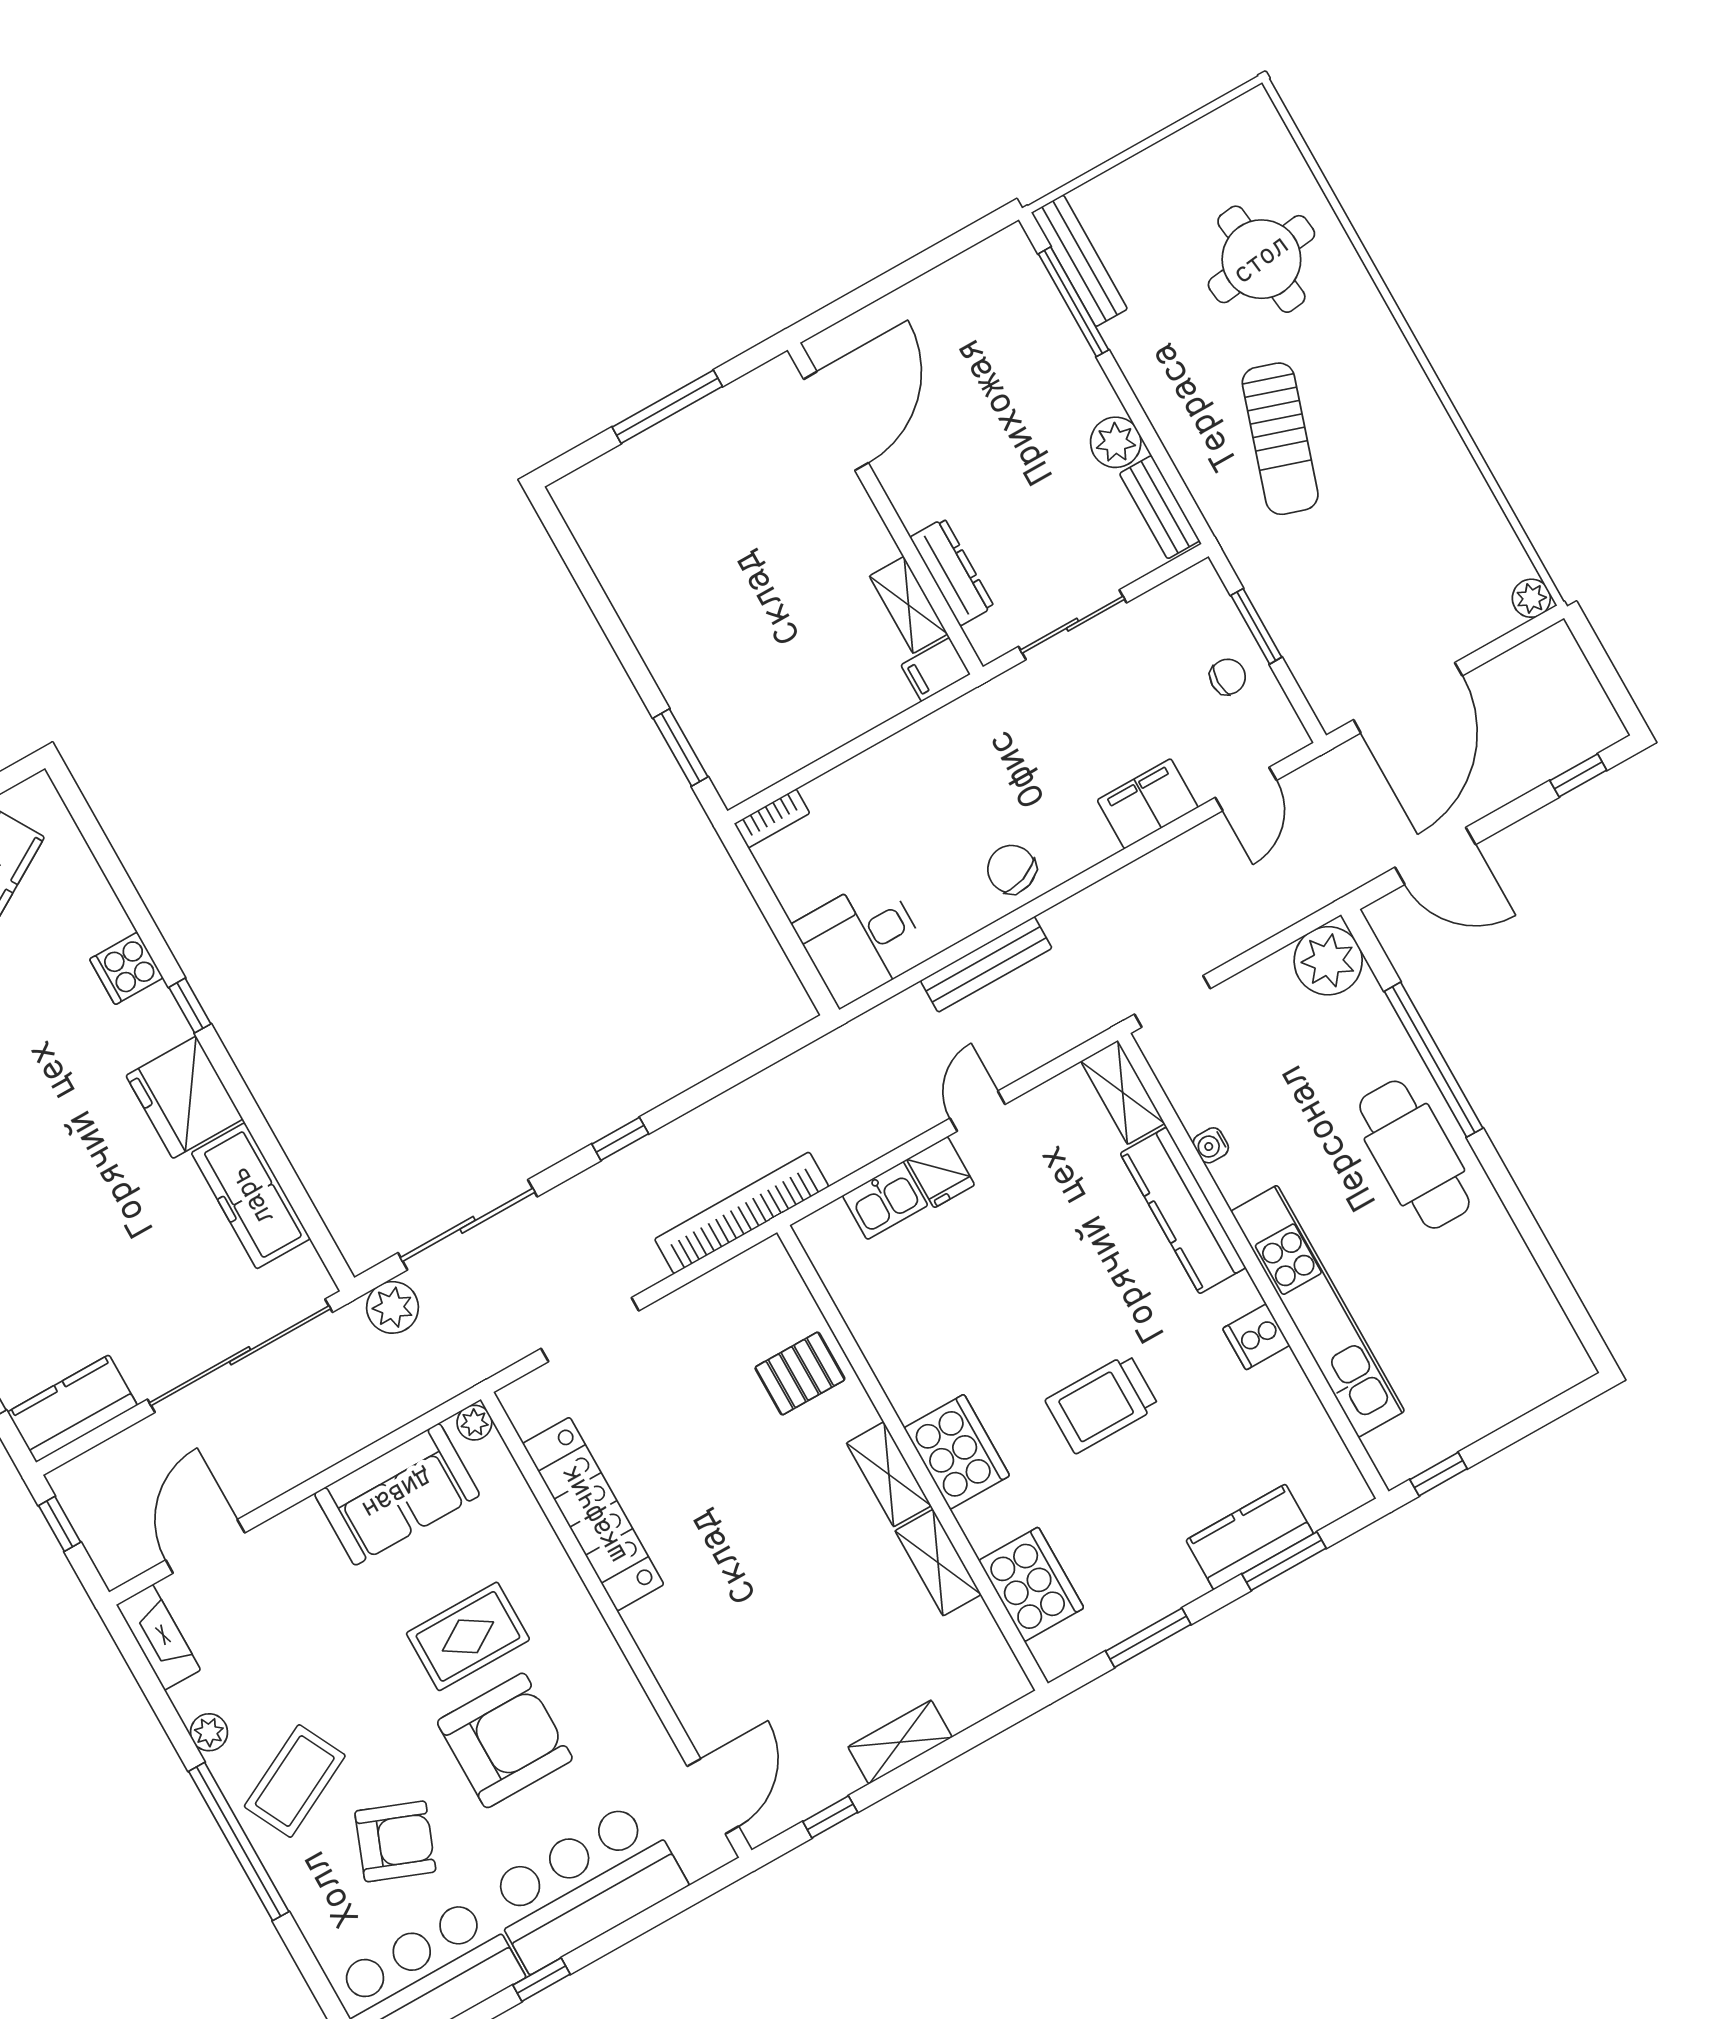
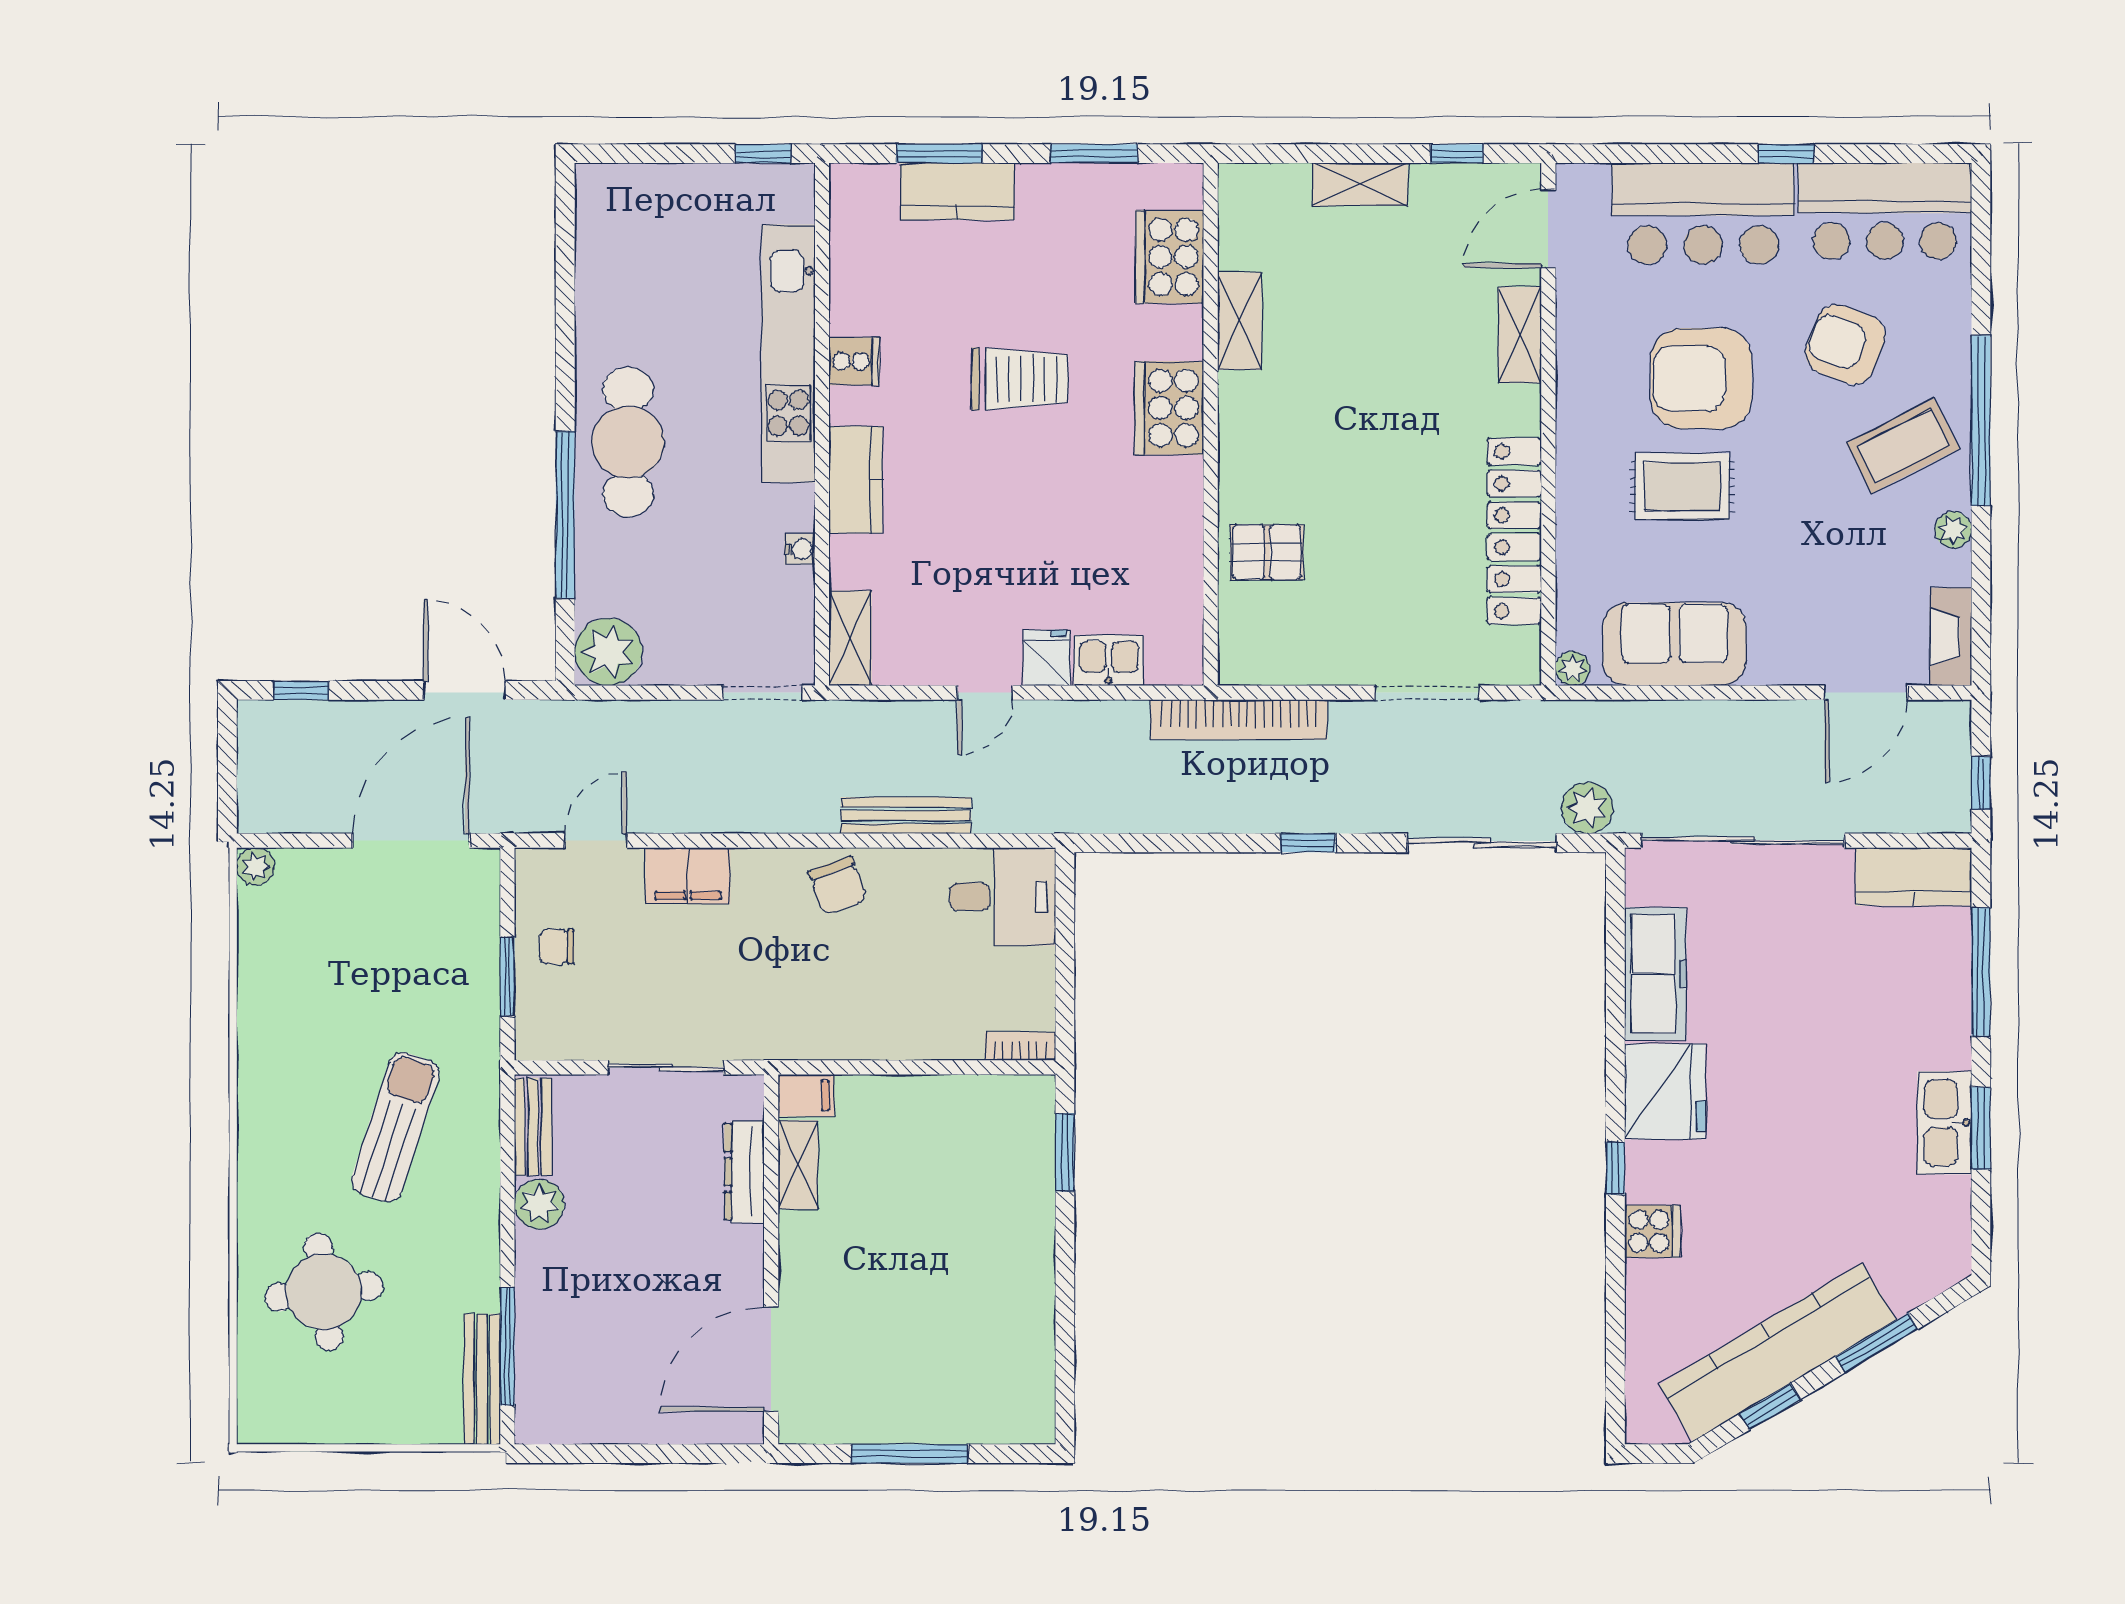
kitchen counter: (1183, 1210) -> (856, 480), width x0.67
shelving: (889, 1474) -> (1520, 335), moved

